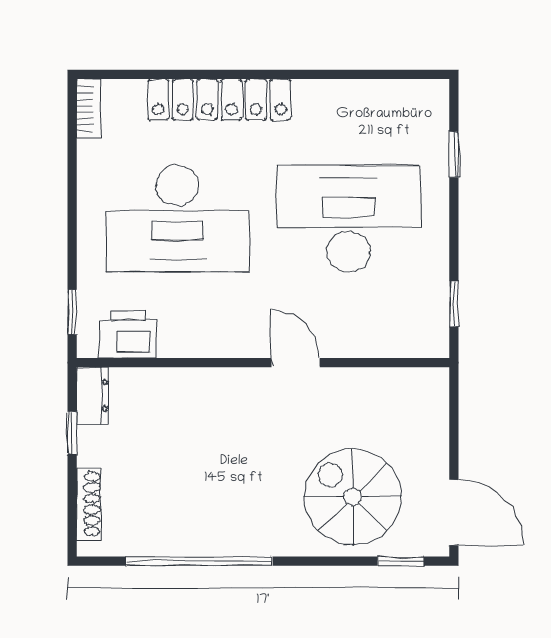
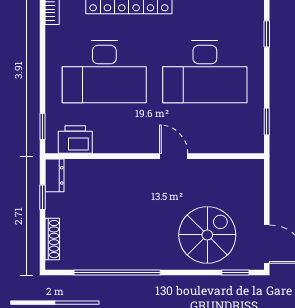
desk: (349, 219) -> (205, 72), turned 180
spiral stairs: (353, 497) -> (207, 235), turned 90

